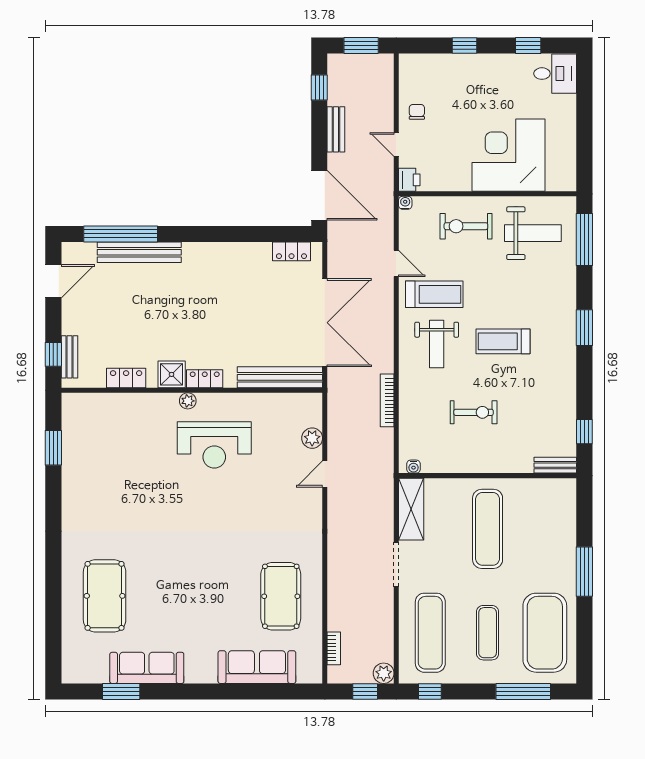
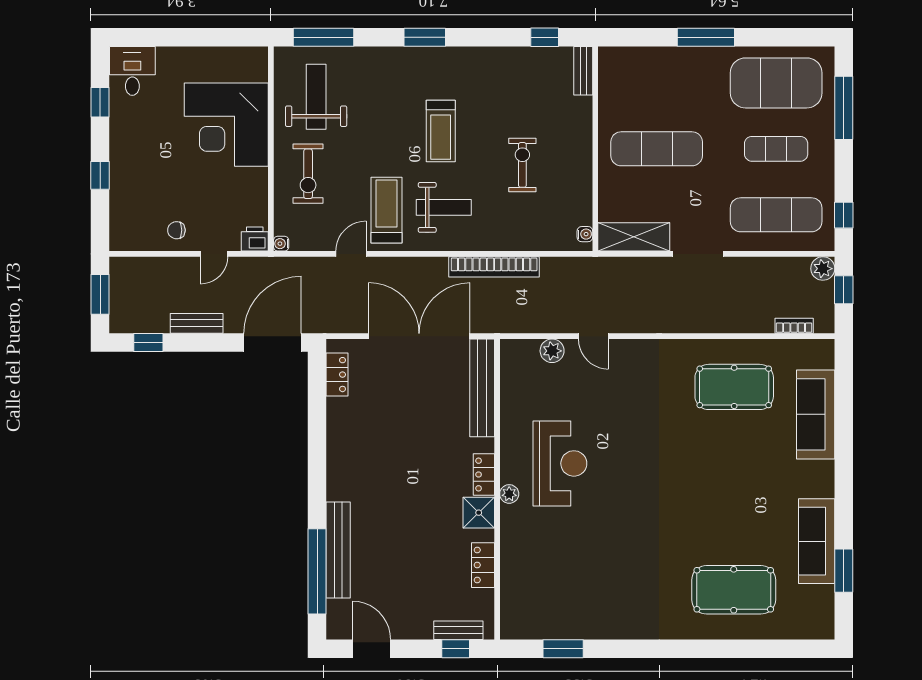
bookcase: (387, 400) -> (494, 267), width x1.48, depth x1.31

